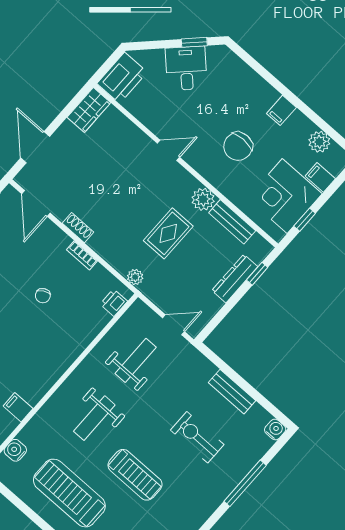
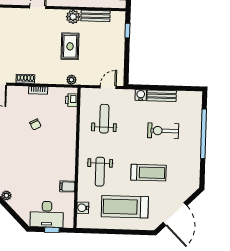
dresser: (235, 279) -> (119, 42), removed
weight bench: (94, 418) -> (100, 172), moved
water cooler: (275, 429) -> (141, 95), moved
window: (245, 483) -> (203, 134), width x1.46

